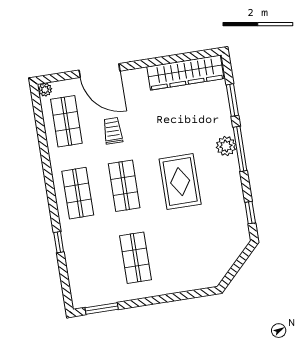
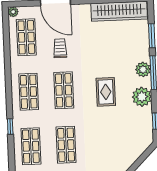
rug: (180, 182) -> (106, 92), width x0.73, depth x0.70
plant: (229, 182) -> (142, 97), added
shop shelf: (89, 265) -> (31, 146), added

